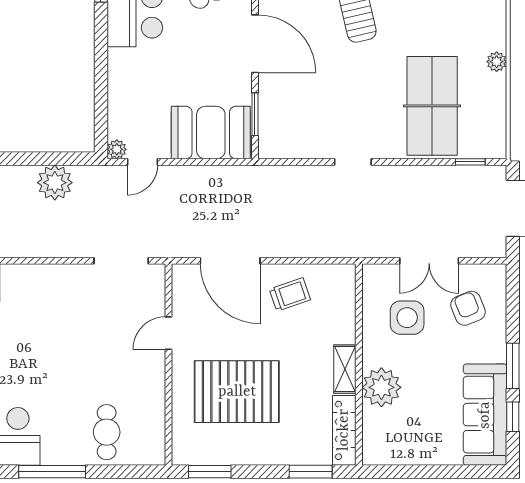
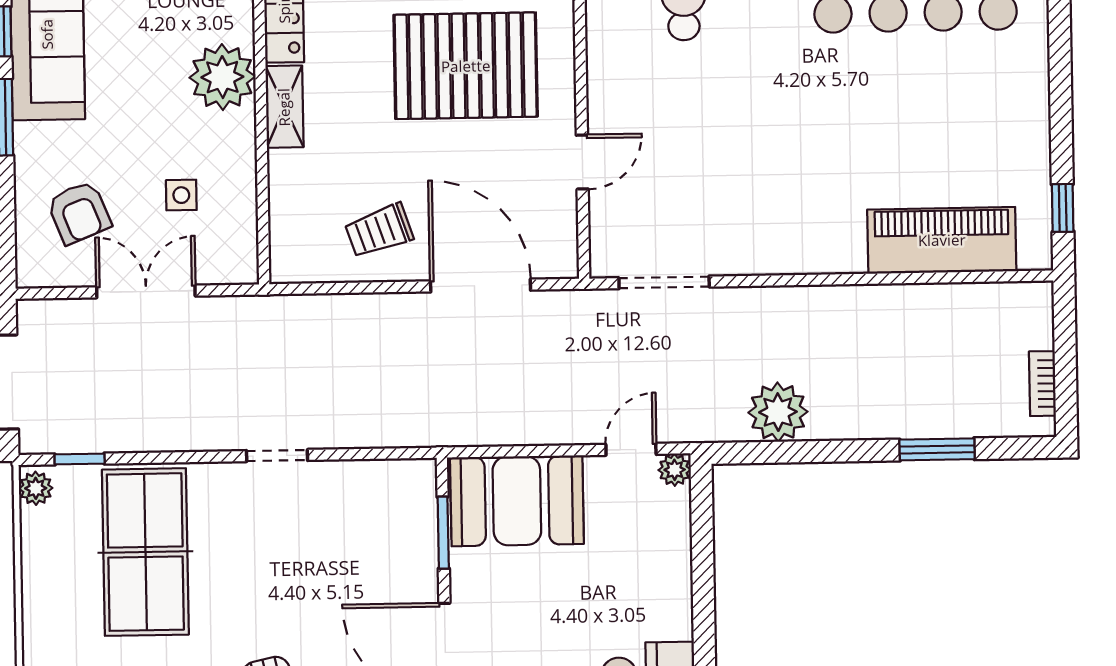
plant: (497, 62) -> (36, 488), moved
side table: (407, 318) -> (181, 195), width x0.54, depth x0.54

